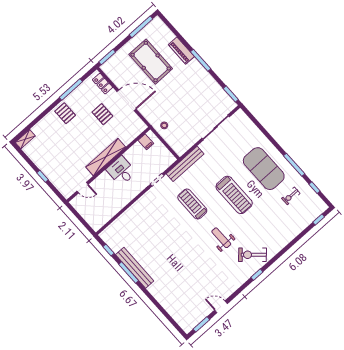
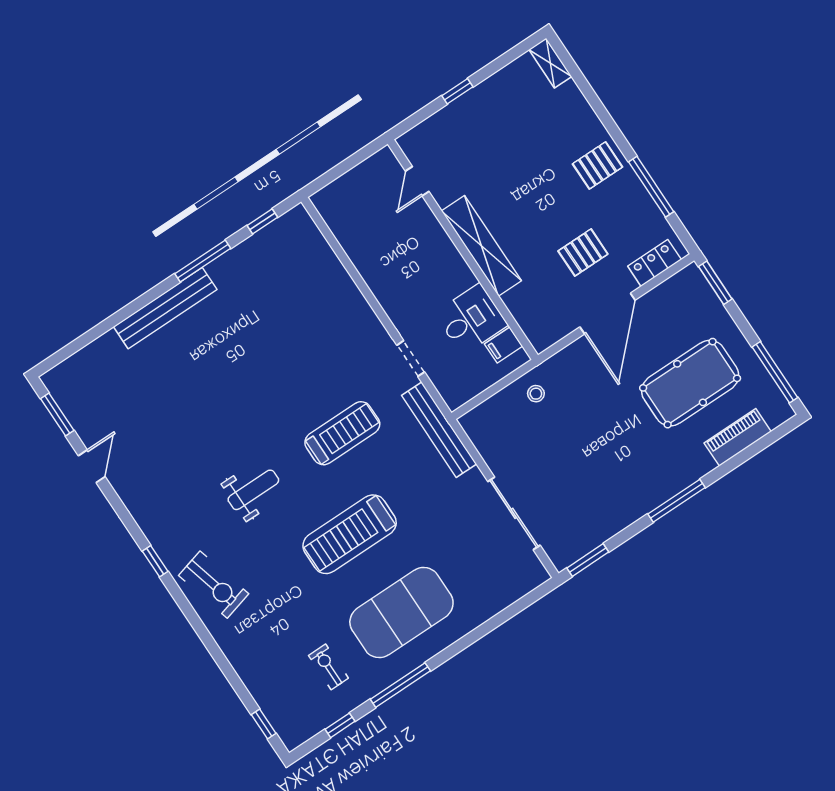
piano: (181, 51) -> (738, 437), moved
desk: (121, 171) -> (471, 319), moved
exercise bike: (252, 255) -> (214, 585), moved, turned 123
bench: (135, 268) -> (165, 308), moved

